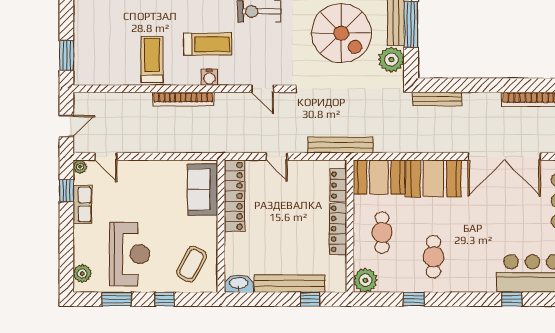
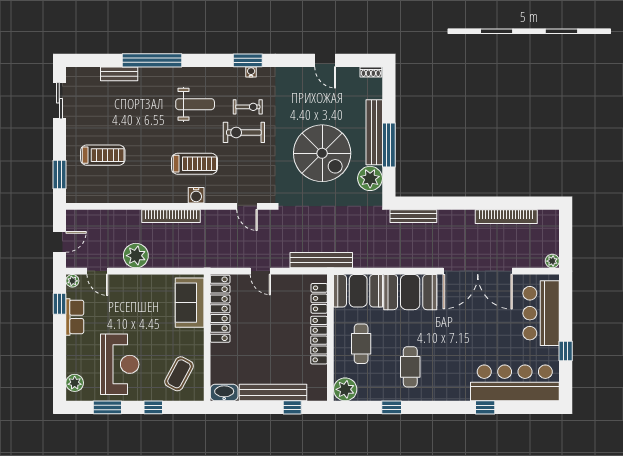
treadmill: (152, 60) -> (103, 155), moved, turned 90
plant: (146, 140) -> (136, 256), added

